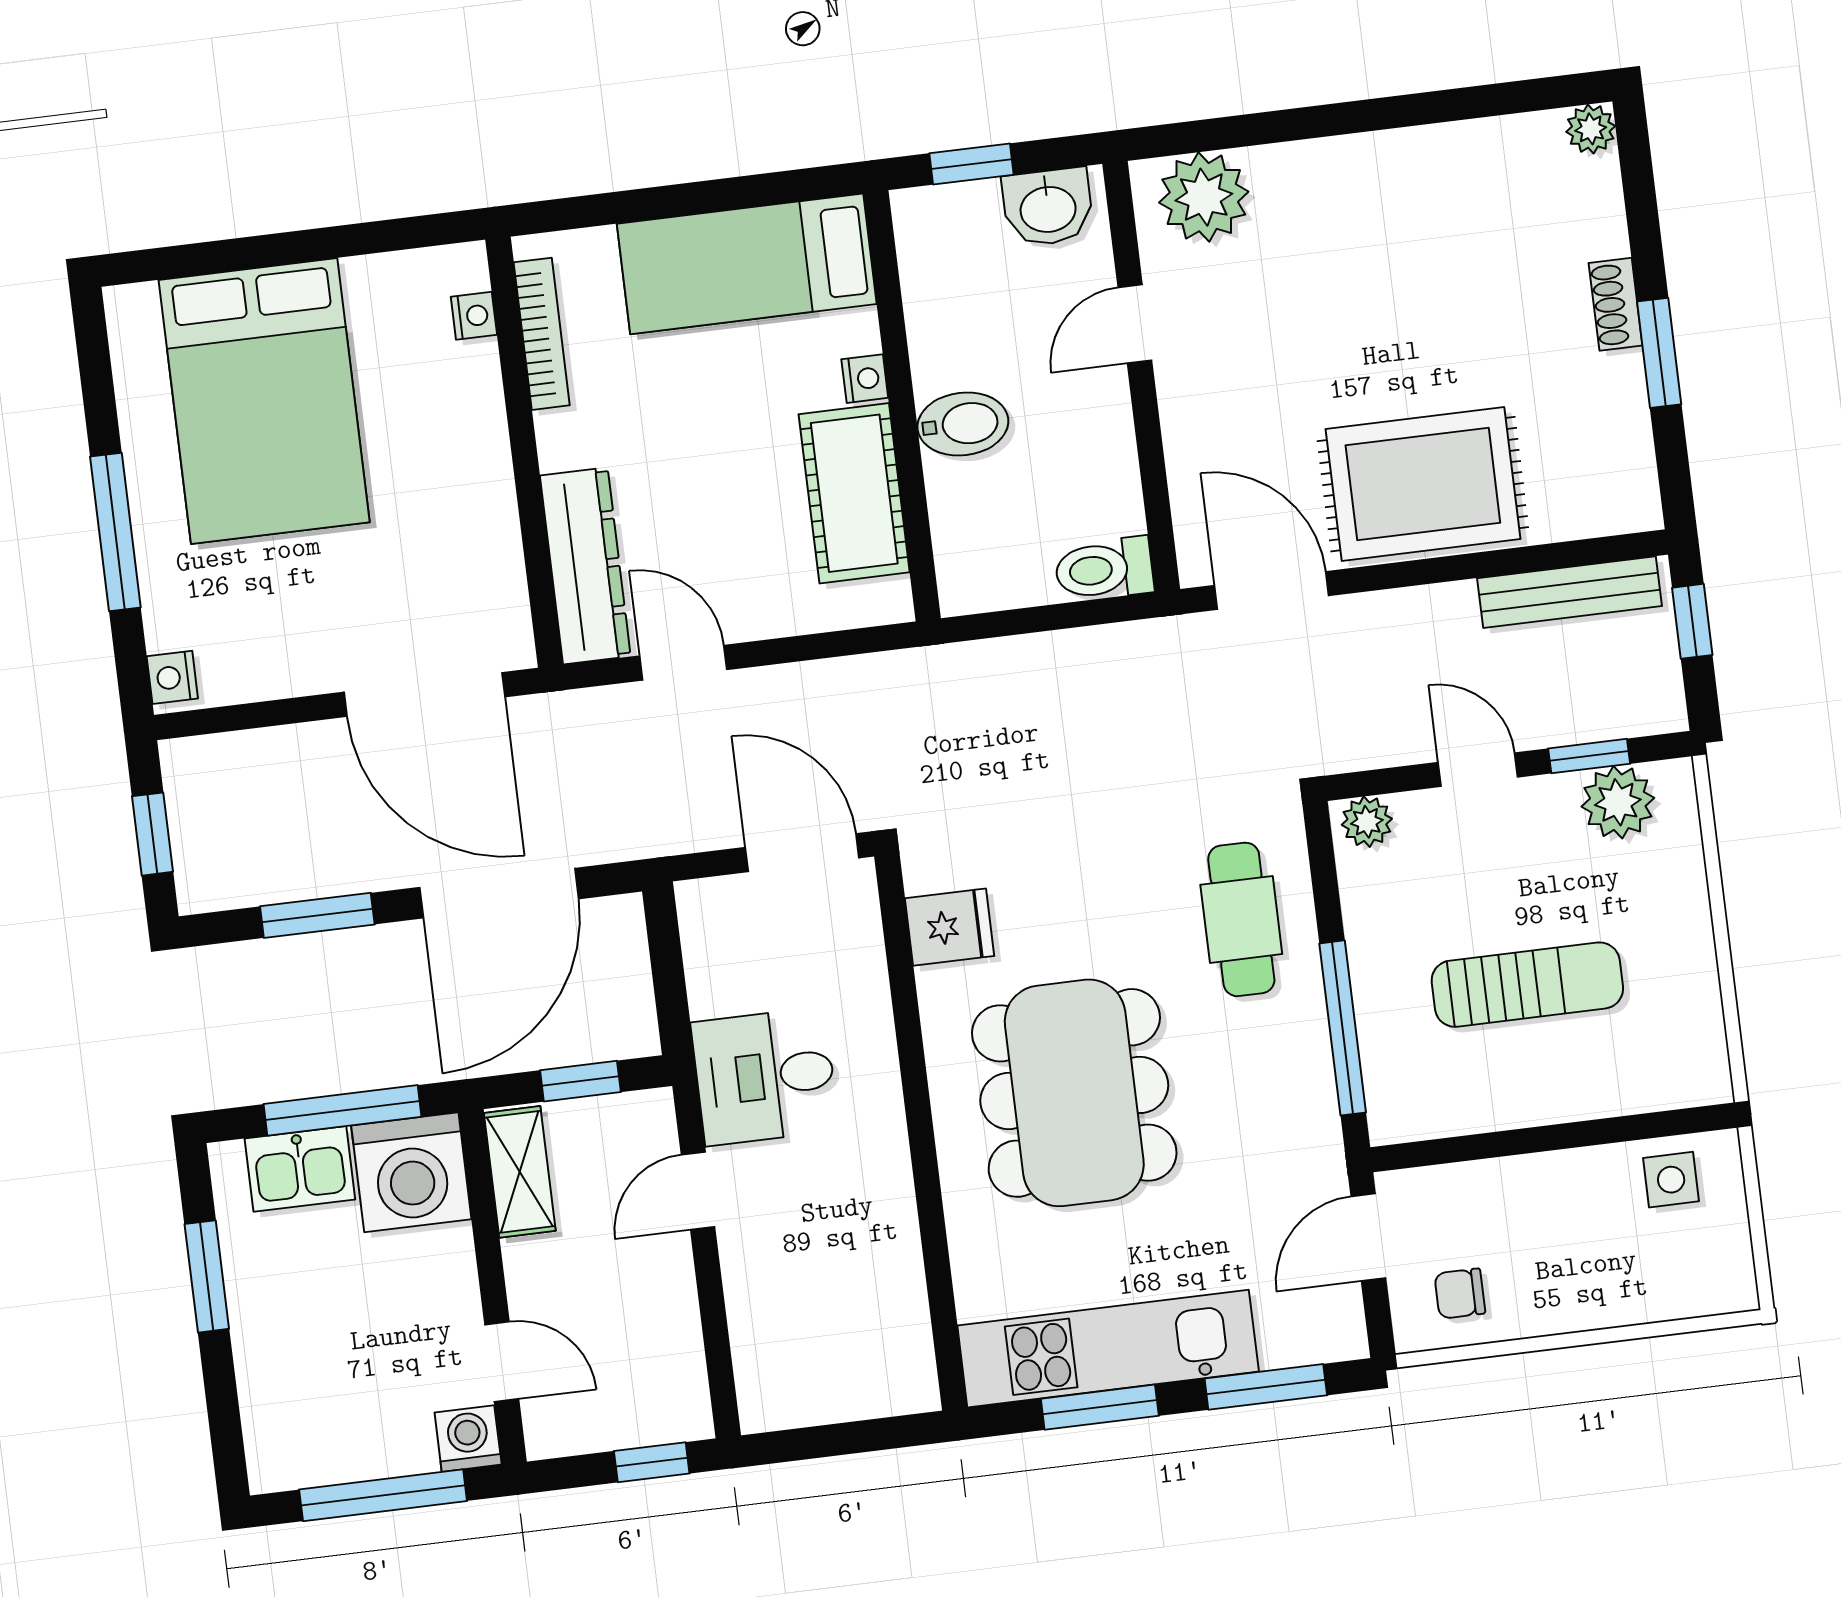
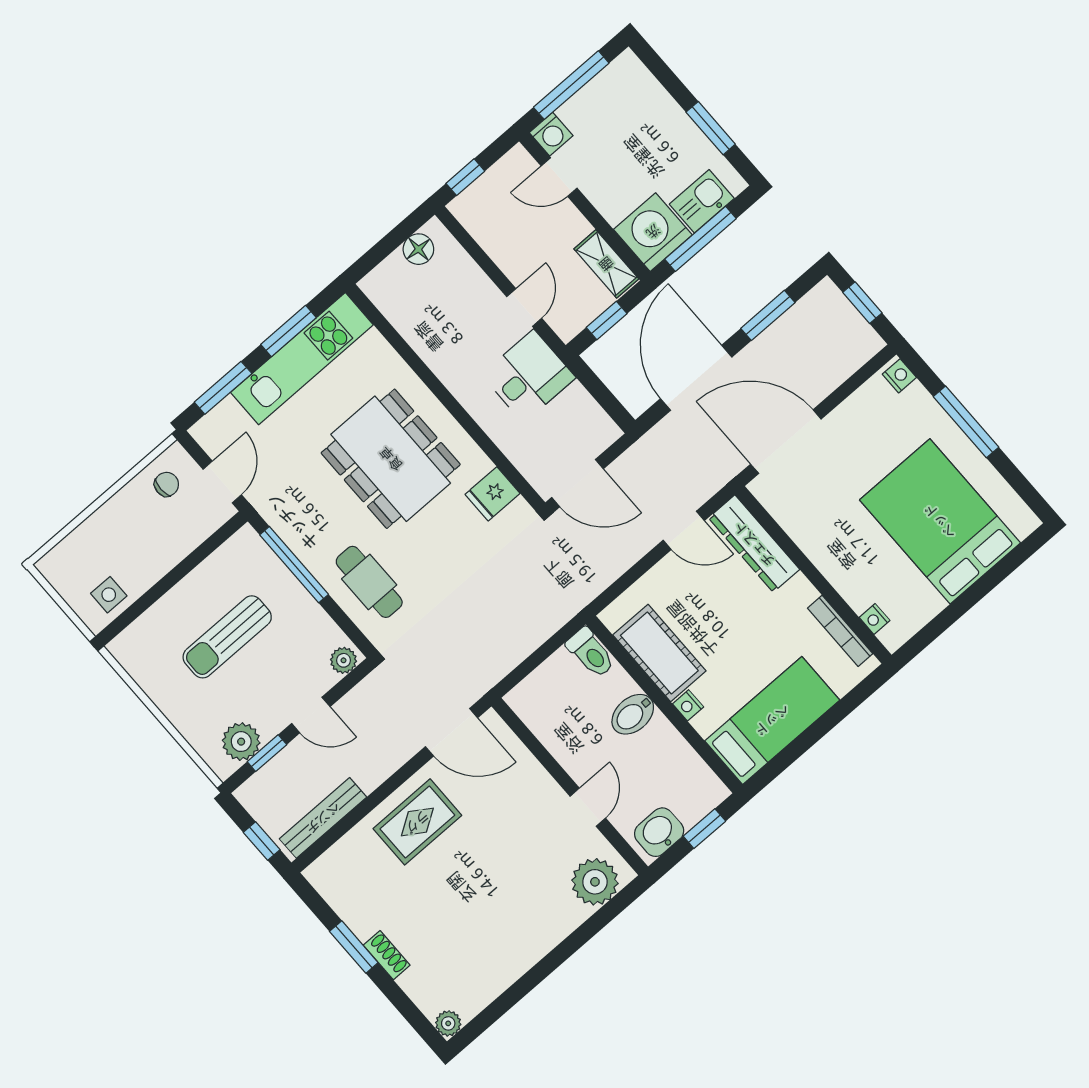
rug: (1423, 484) -> (417, 822), width x0.73, depth x0.70
toilet: (1104, 569) -> (591, 653), moved, turned 90
floor lamp: (804, 1398) -> (418, 249), added

